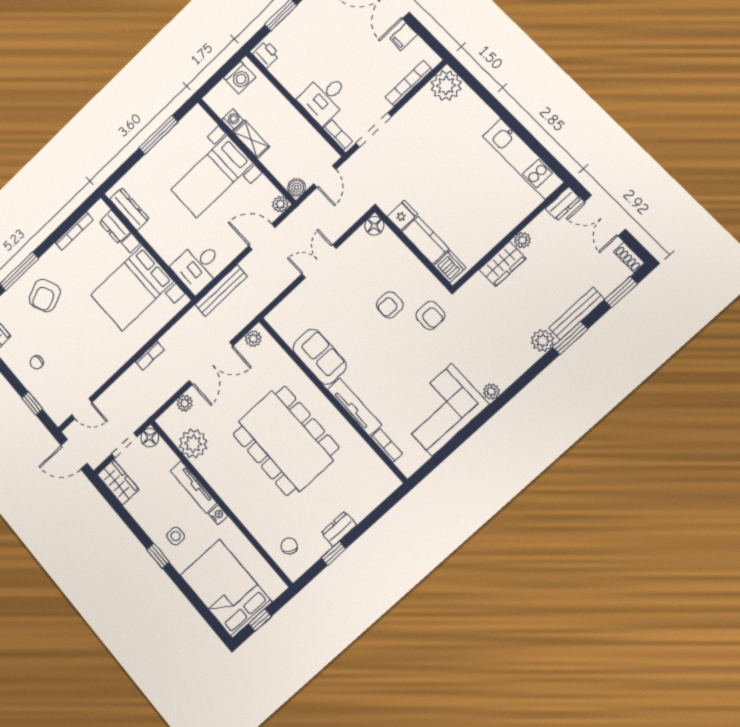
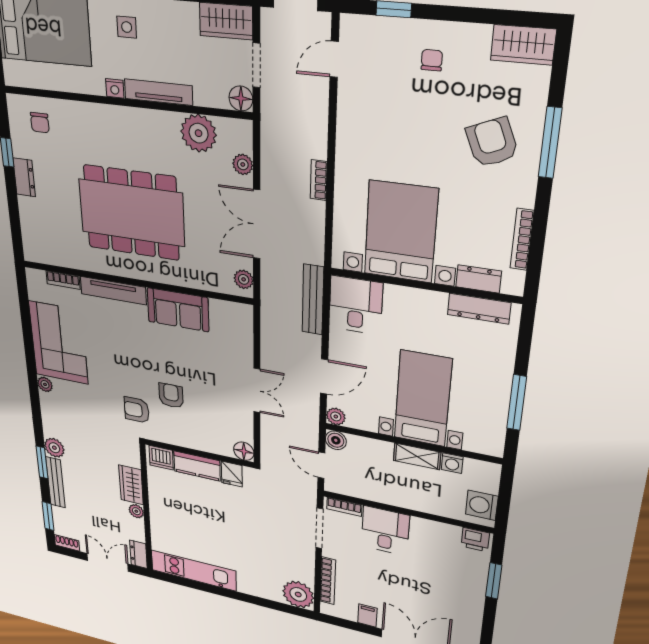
chair: (289, 546) -> (40, 123), turned 58

